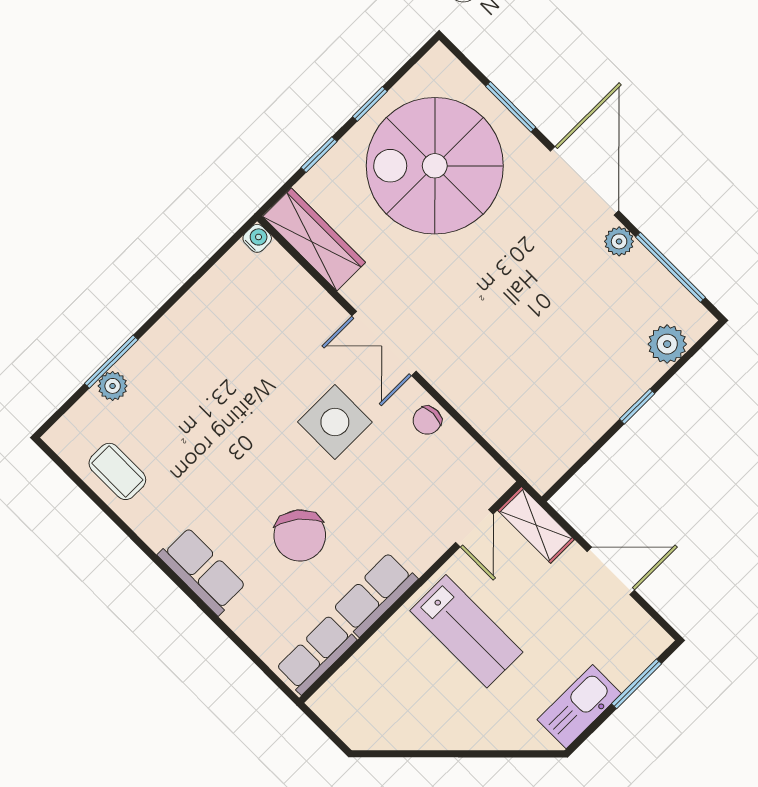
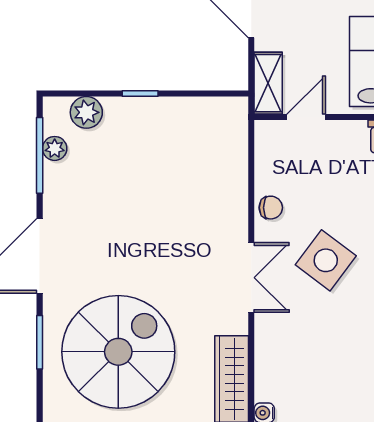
spiral stairs: (435, 166) -> (118, 352), turned -90
plant: (619, 241) -> (55, 148), moved
side table: (335, 422) -> (326, 260), turned 37

